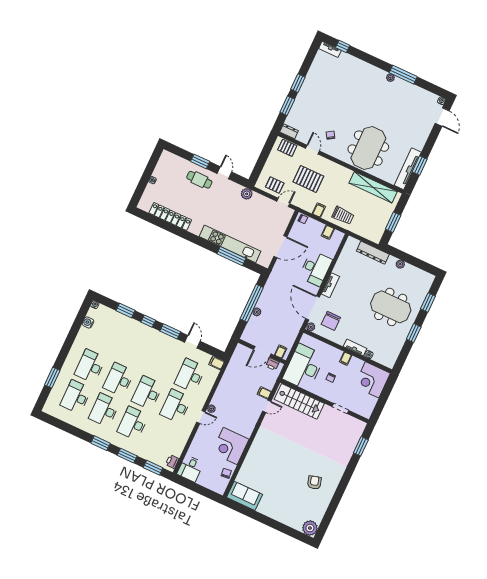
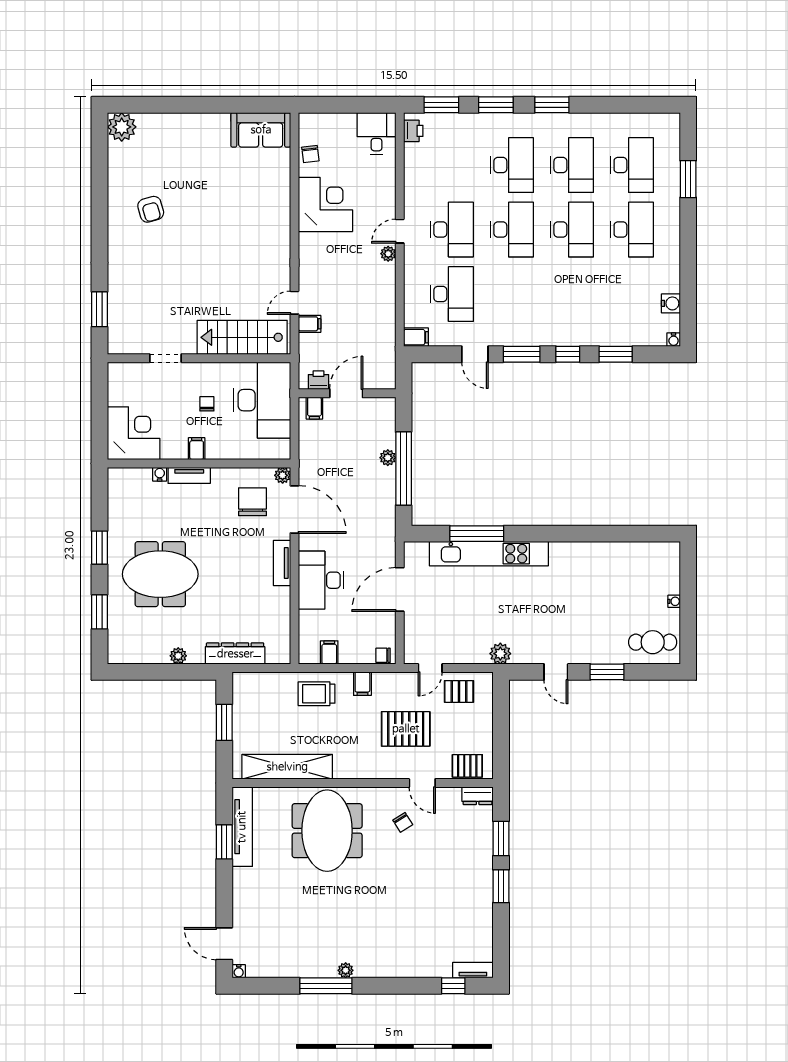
cafe table: (199, 180) -> (653, 642), moved
locker: (170, 216) -> (614, 553), removed

